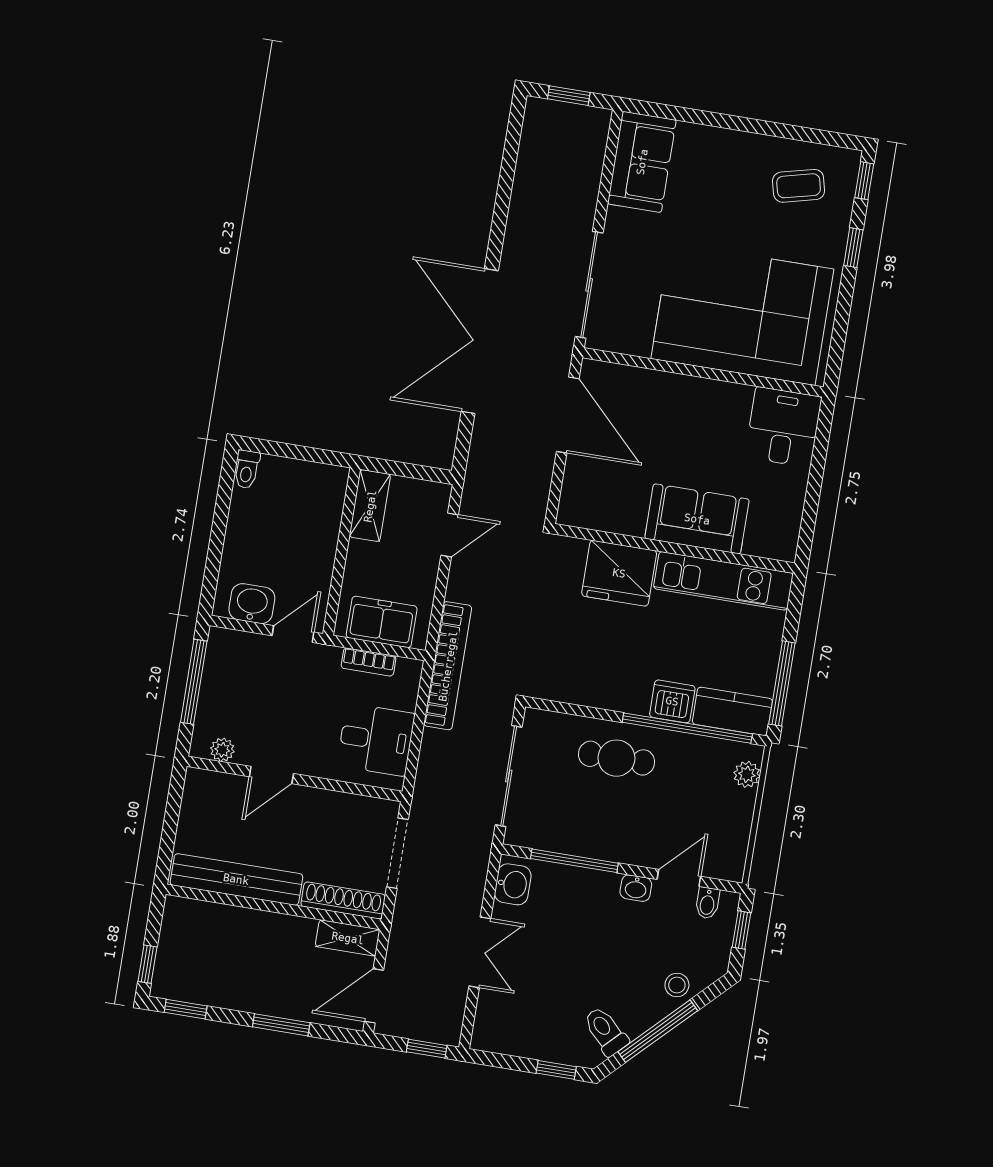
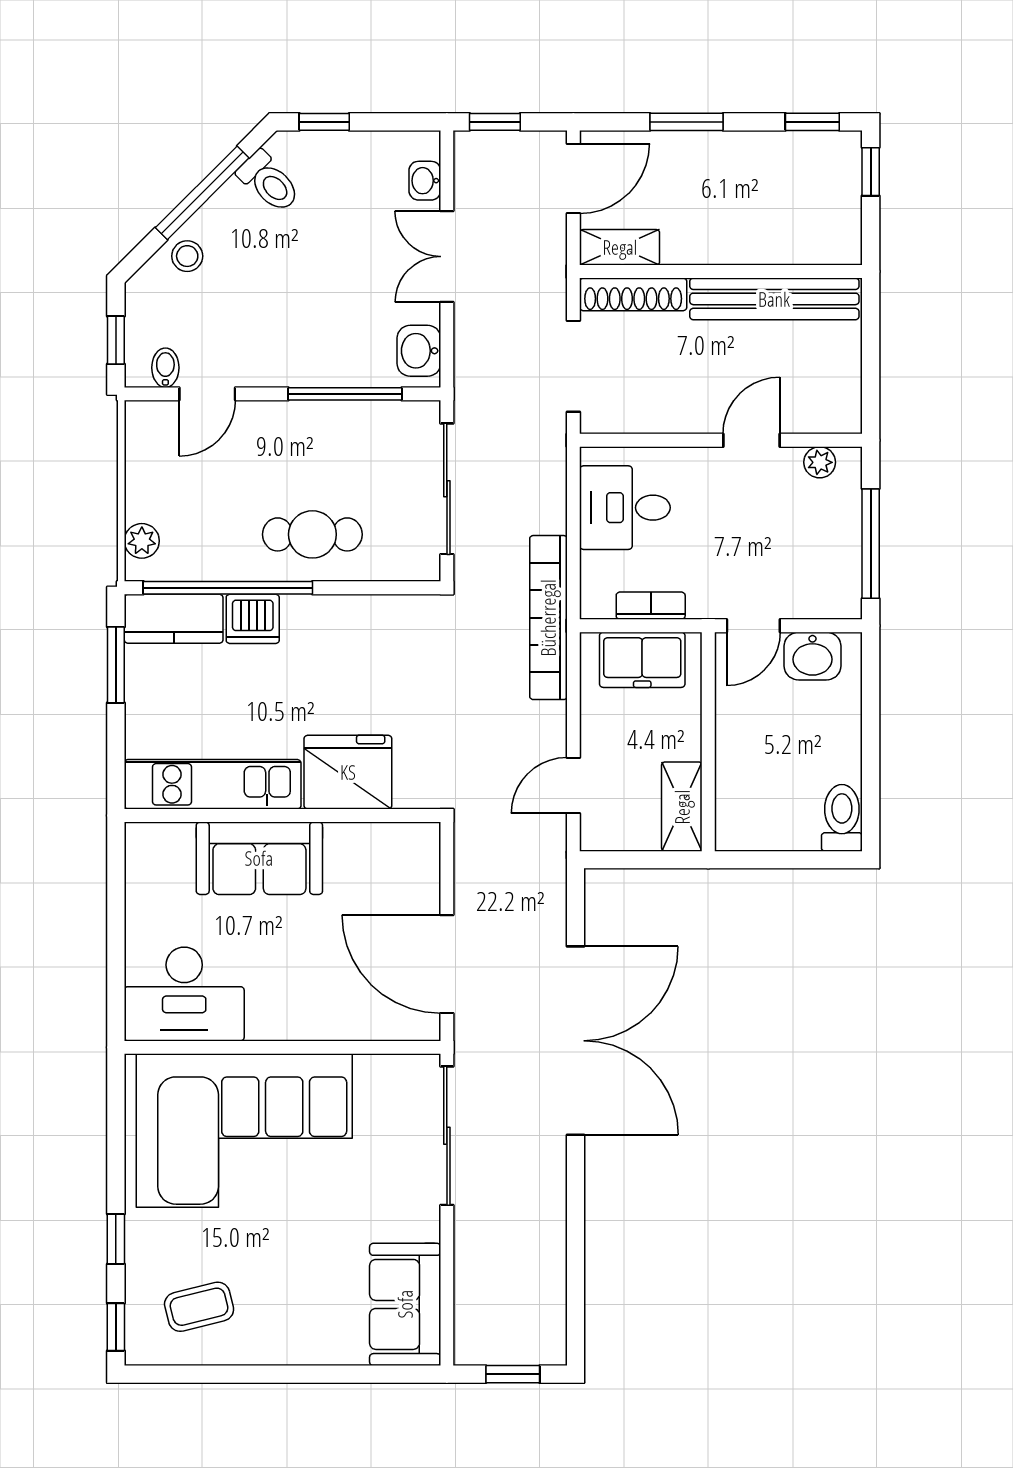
desk: (783, 427) -> (184, 994), width x1.37
toilet: (247, 469) -> (842, 818), width x1.37, depth x1.39
window: (782, 683) -> (116, 665), width x0.69
washbasin: (636, 888) -> (425, 181), moved, turned -90

